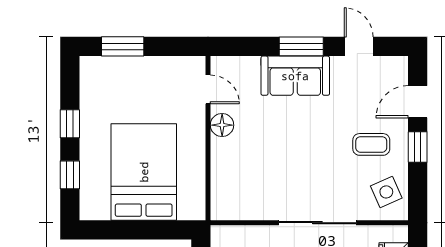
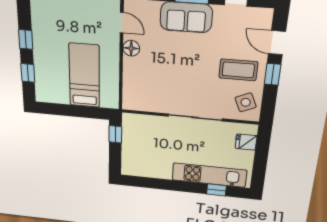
door: (418, 102) -> (277, 43), hinge flipped
coffee table: (371, 144) -> (238, 70), width x1.36, depth x1.30
bed: (144, 172) -> (84, 76), width x0.67

